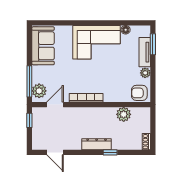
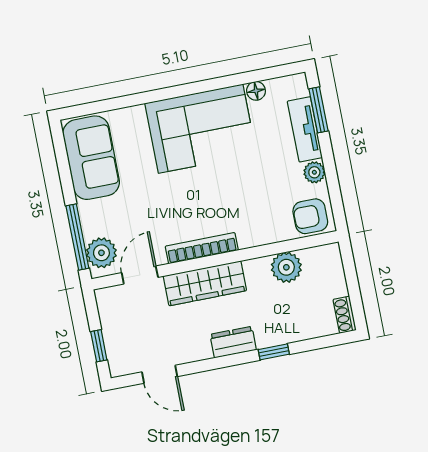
wardrobe: (84, 114) -> (205, 283), added
window: (29, 120) -> (99, 346), moved
dresser: (97, 144) -> (233, 342), width x0.70

